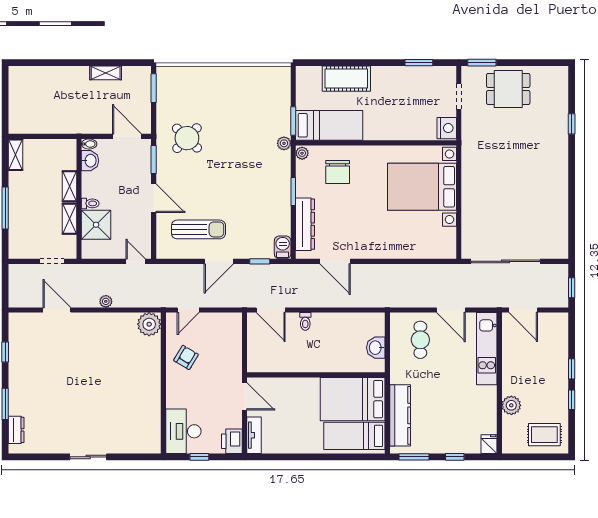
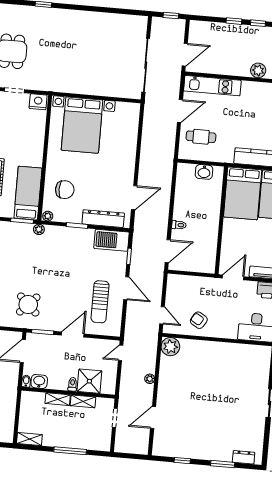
sun lounger: (198, 229) -> (100, 302), turned 180
barbecue: (283, 247) -> (112, 240), width x1.88, depth x1.53

